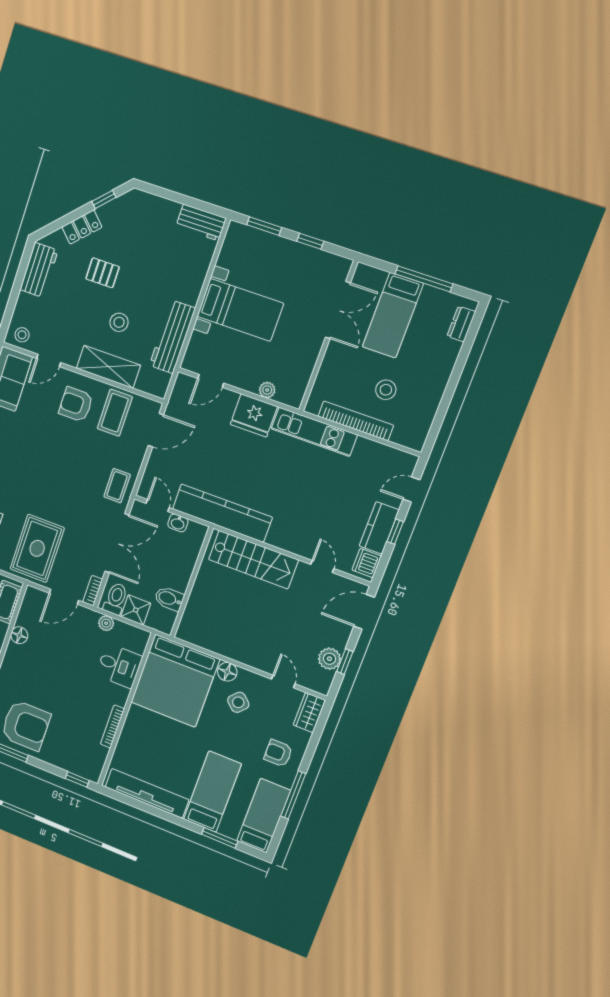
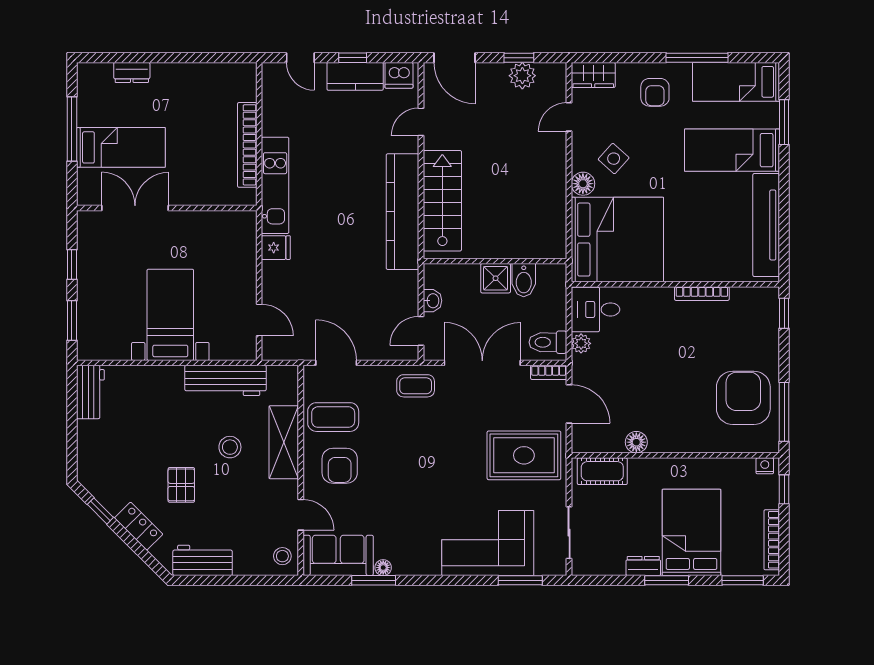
dresser: (461, 324) -> (132, 72), moved
plant: (267, 390) -> (247, 254), removed
stool: (386, 390) -> (202, 125), removed
fridge: (254, 416) -> (276, 248), width x0.53, depth x0.75
kitchen counter: (222, 513) -> (403, 212), moved
shower: (136, 610) -> (496, 278), moved
desk: (119, 666) -> (595, 309), moved, turned -90

